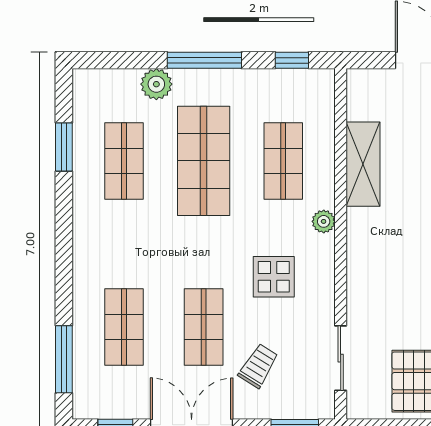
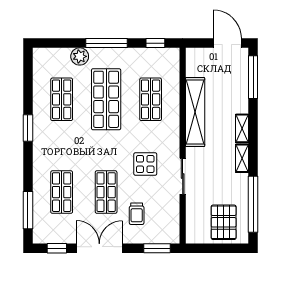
window: (64, 147) -> (28, 128), moved
shelving: (363, 164) -> (195, 112), width x1.47
plant: (324, 221) -> (173, 133), removed
sliding door: (341, 358) -> (183, 176), moved
trolley: (258, 366) -> (137, 214), turned 148

